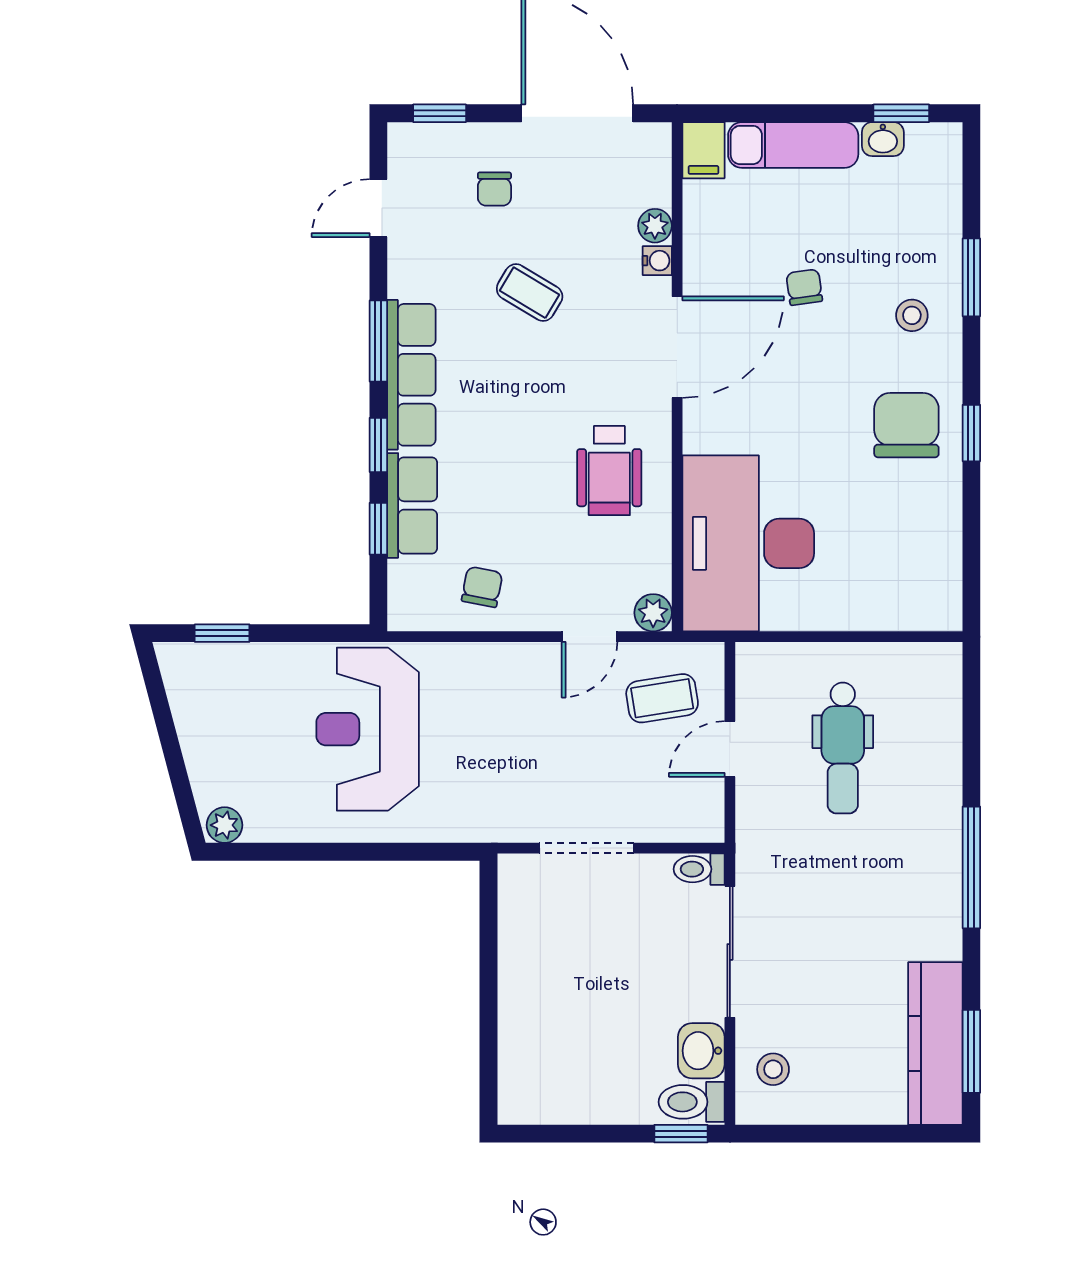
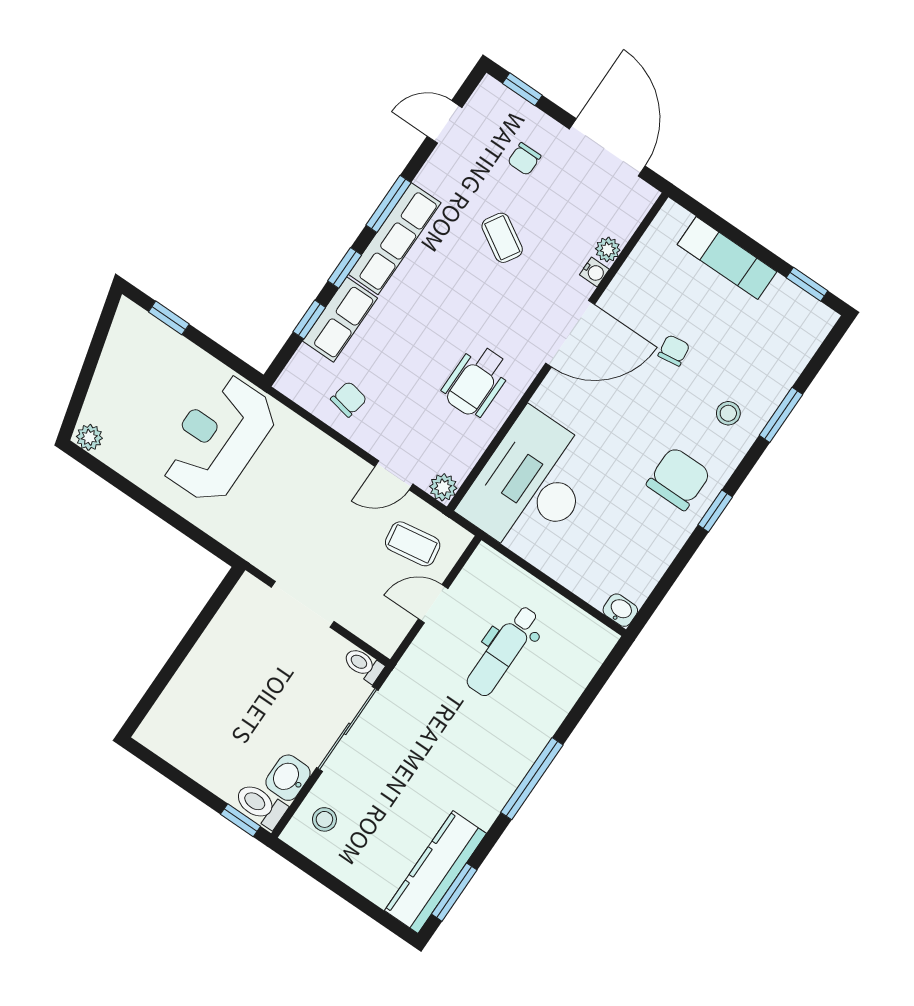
washbasin: (883, 139) -> (620, 610), moved, turned 180
filing cabinet: (703, 150) -> (669, 223), removed

